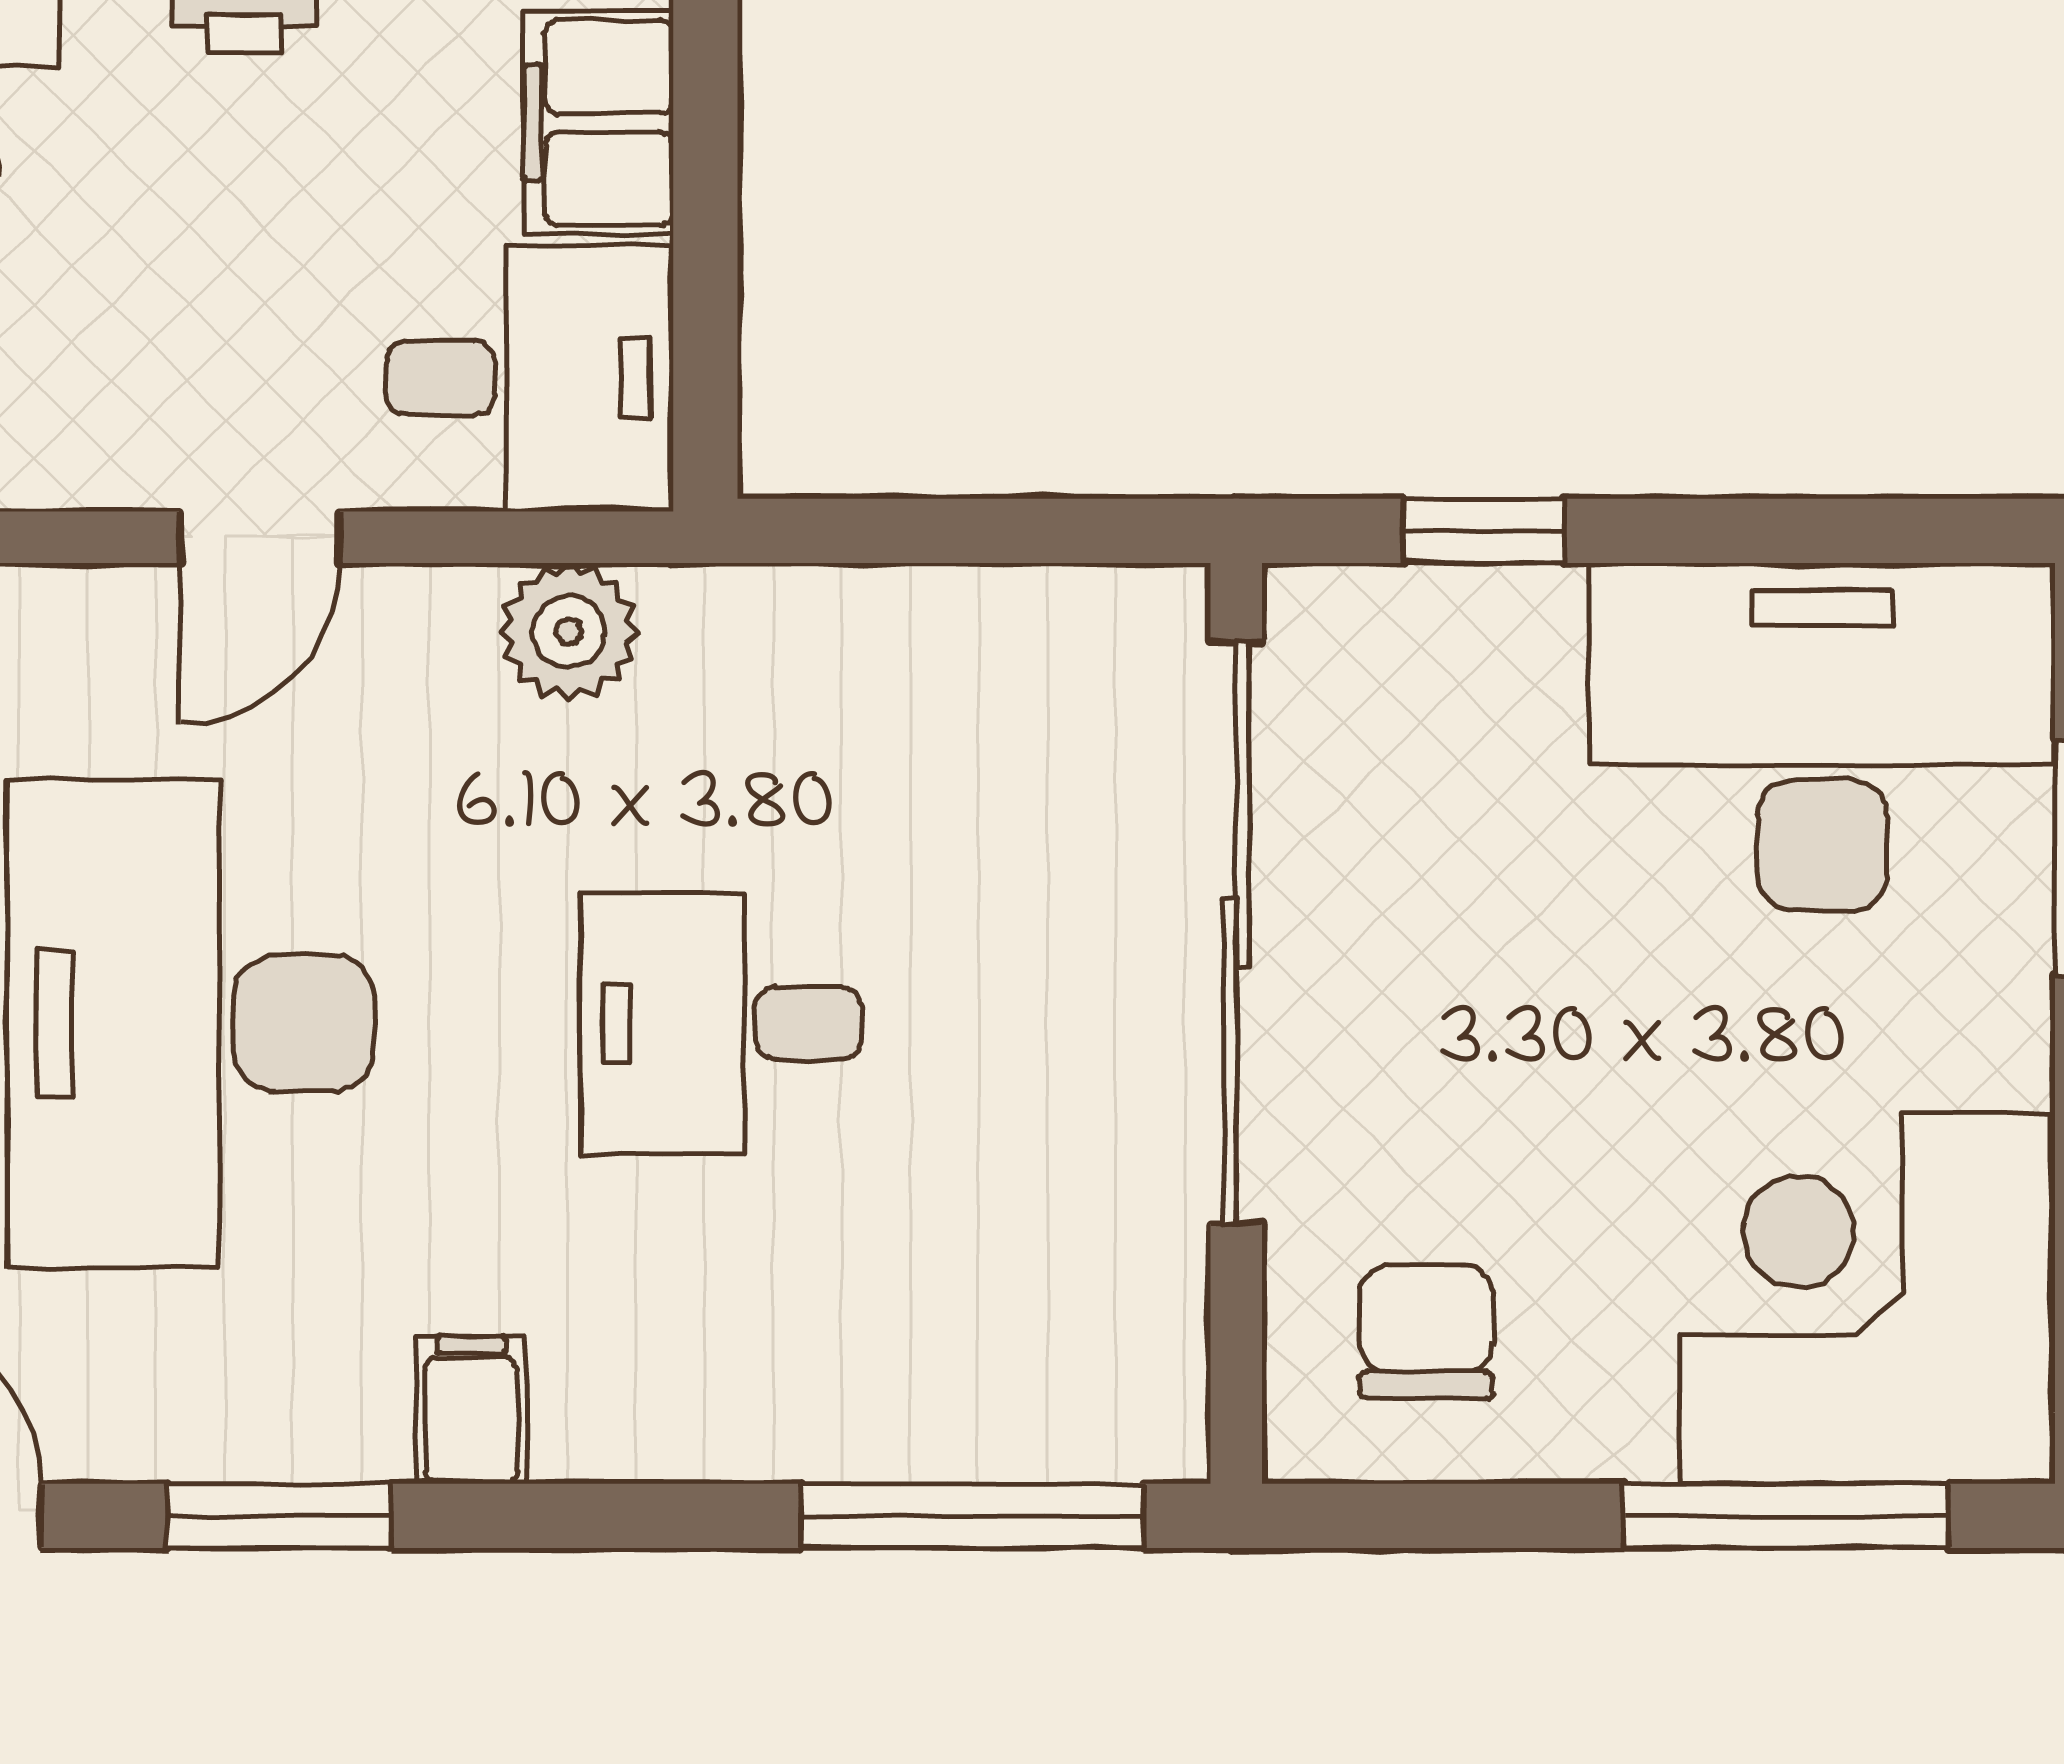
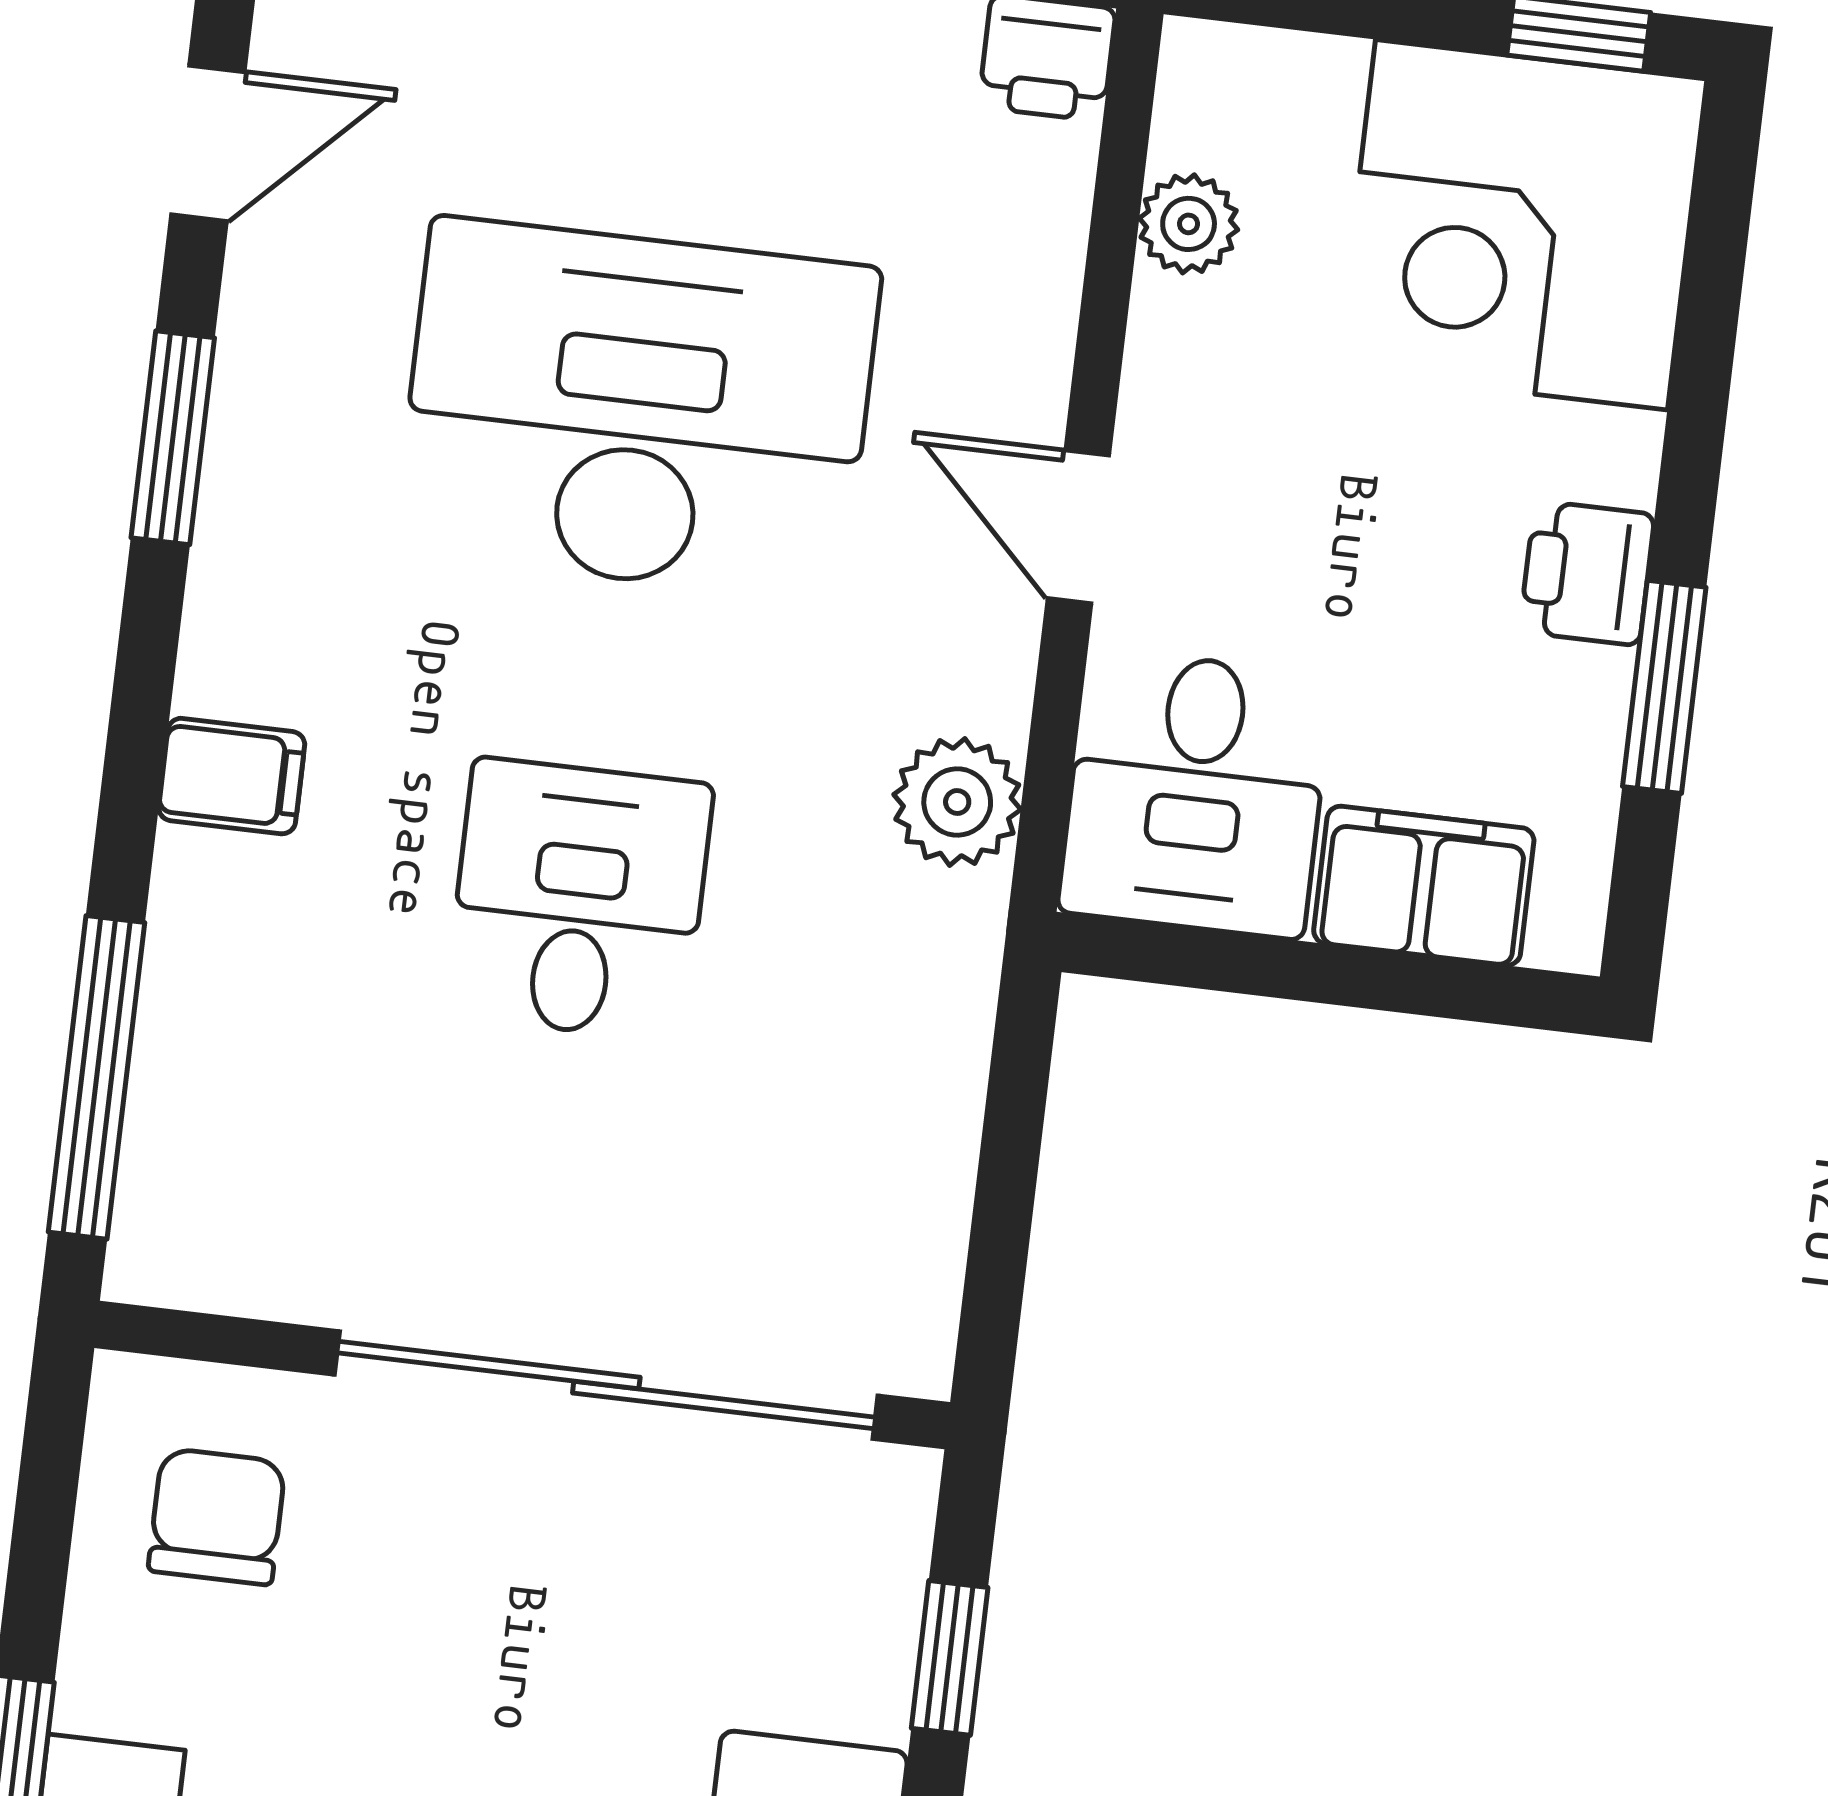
chair: (1426, 1331) -> (217, 1517), turned -90
filing cabinet: (471, 1410) -> (232, 776), moved

